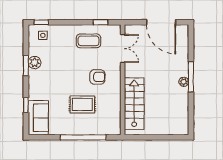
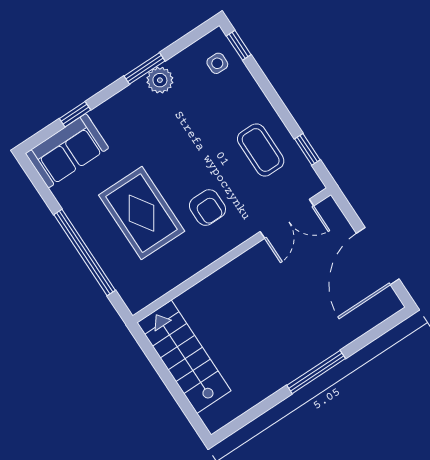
plant: (184, 82) -> (299, 365), removed
rug: (82, 104) -> (142, 213), width x1.36, depth x1.43
stairs: (134, 104) -> (184, 357), moved, turned -90

